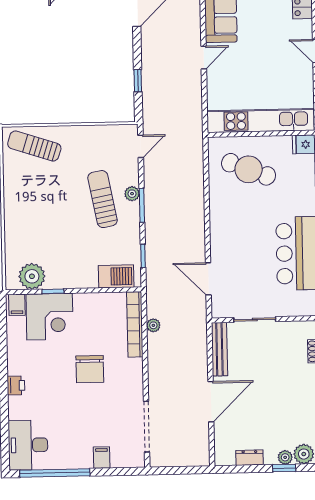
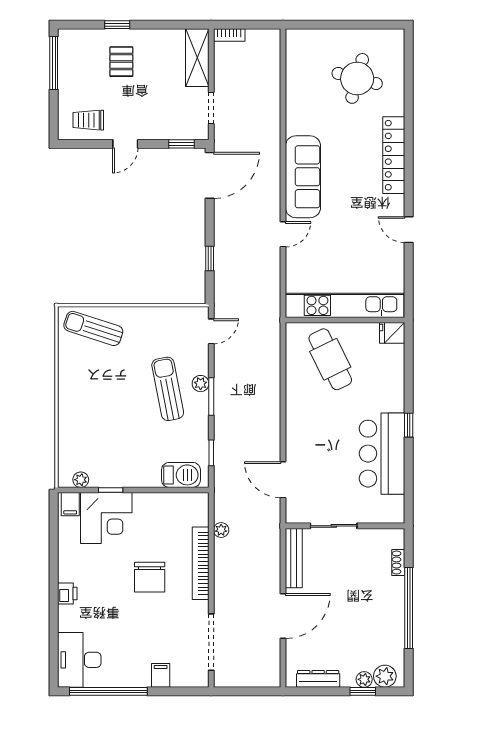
cafe table: (249, 169) -> (330, 359), turned 43
plant: (32, 276) -> (81, 480), width x0.53, depth x0.53
bookcase: (135, 324) -> (201, 563), moved
dresser: (250, 458) -> (318, 679), width x1.44

